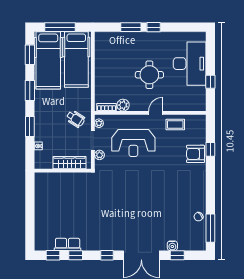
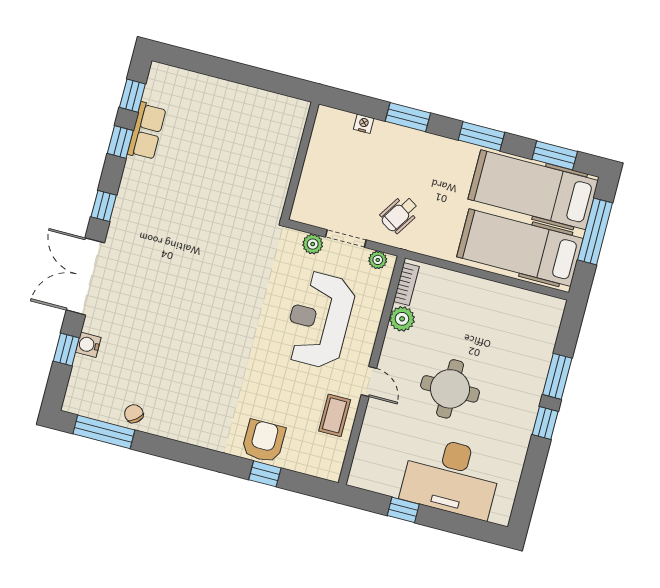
wardrobe: (69, 163) -> (313, 179), removed

